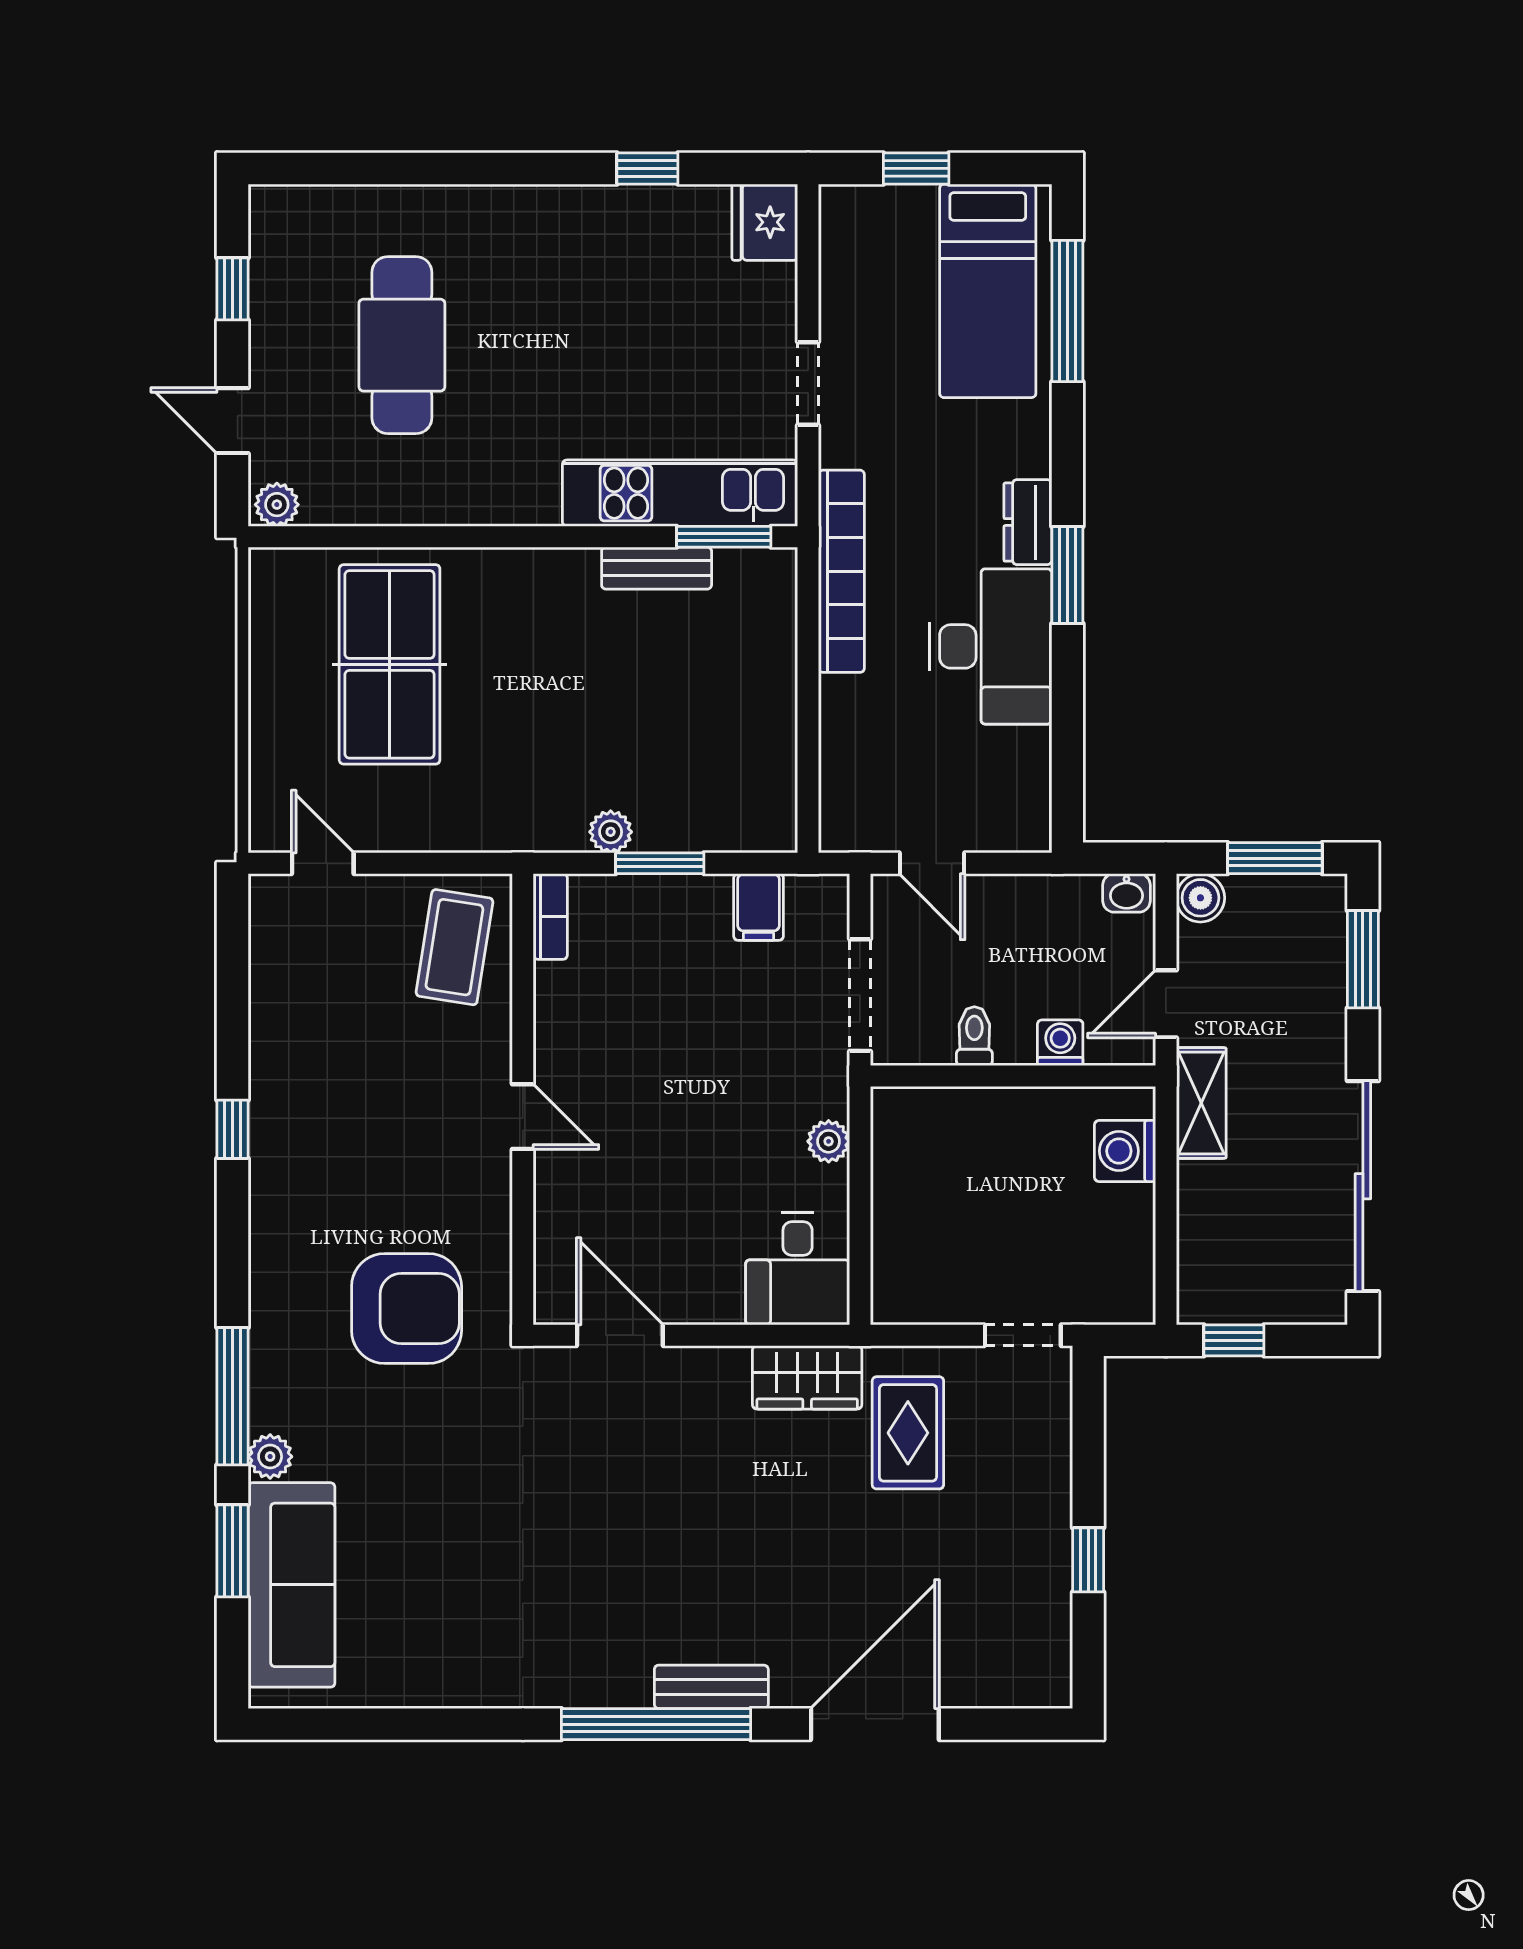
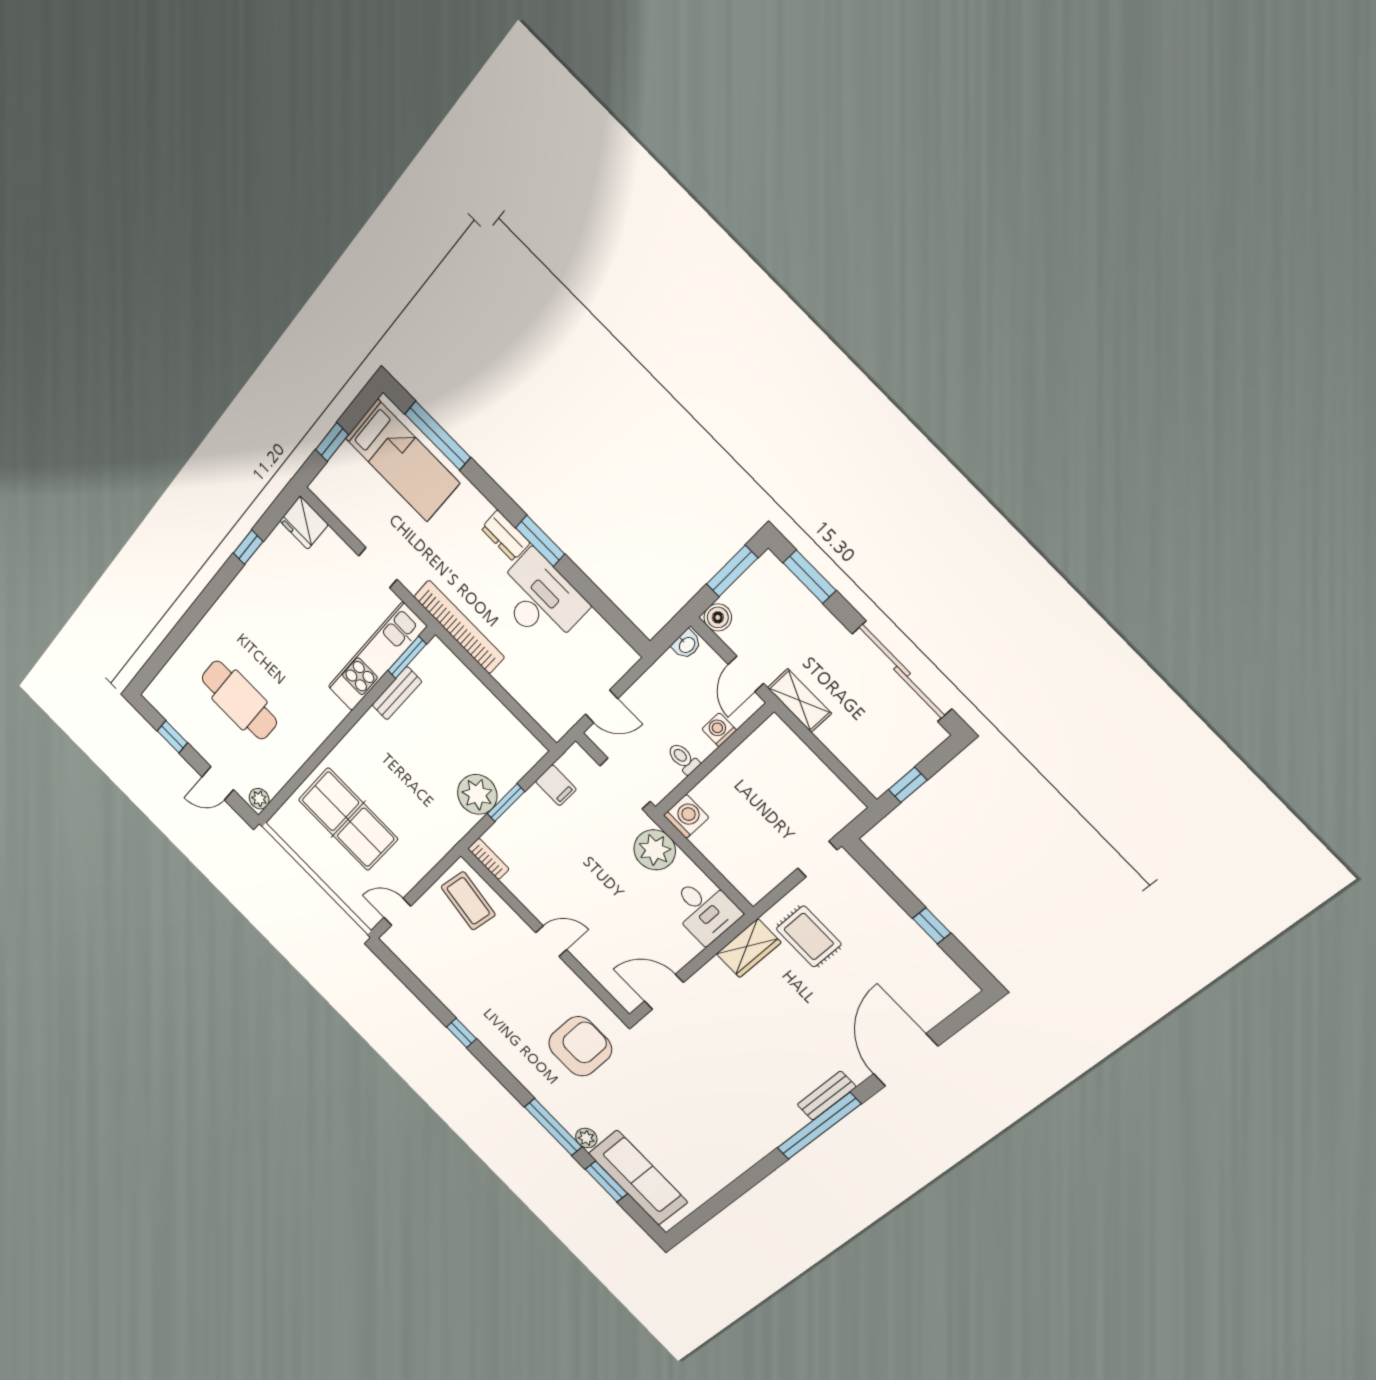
plant: (611, 832) -> (477, 794), width x1.87, depth x1.87
plant: (829, 1141) -> (655, 850), width x1.88, depth x1.88
washing machine: (1125, 1151) -> (686, 816), moved, turned 180

